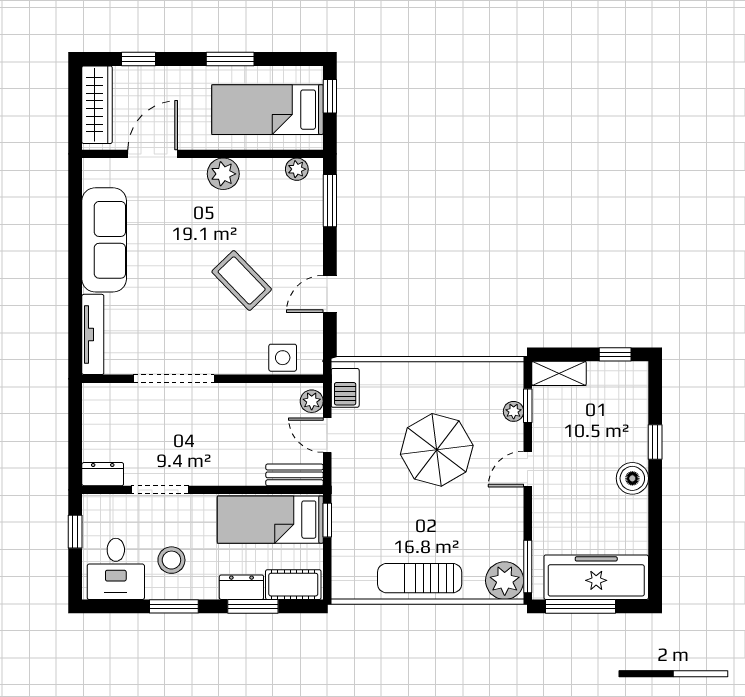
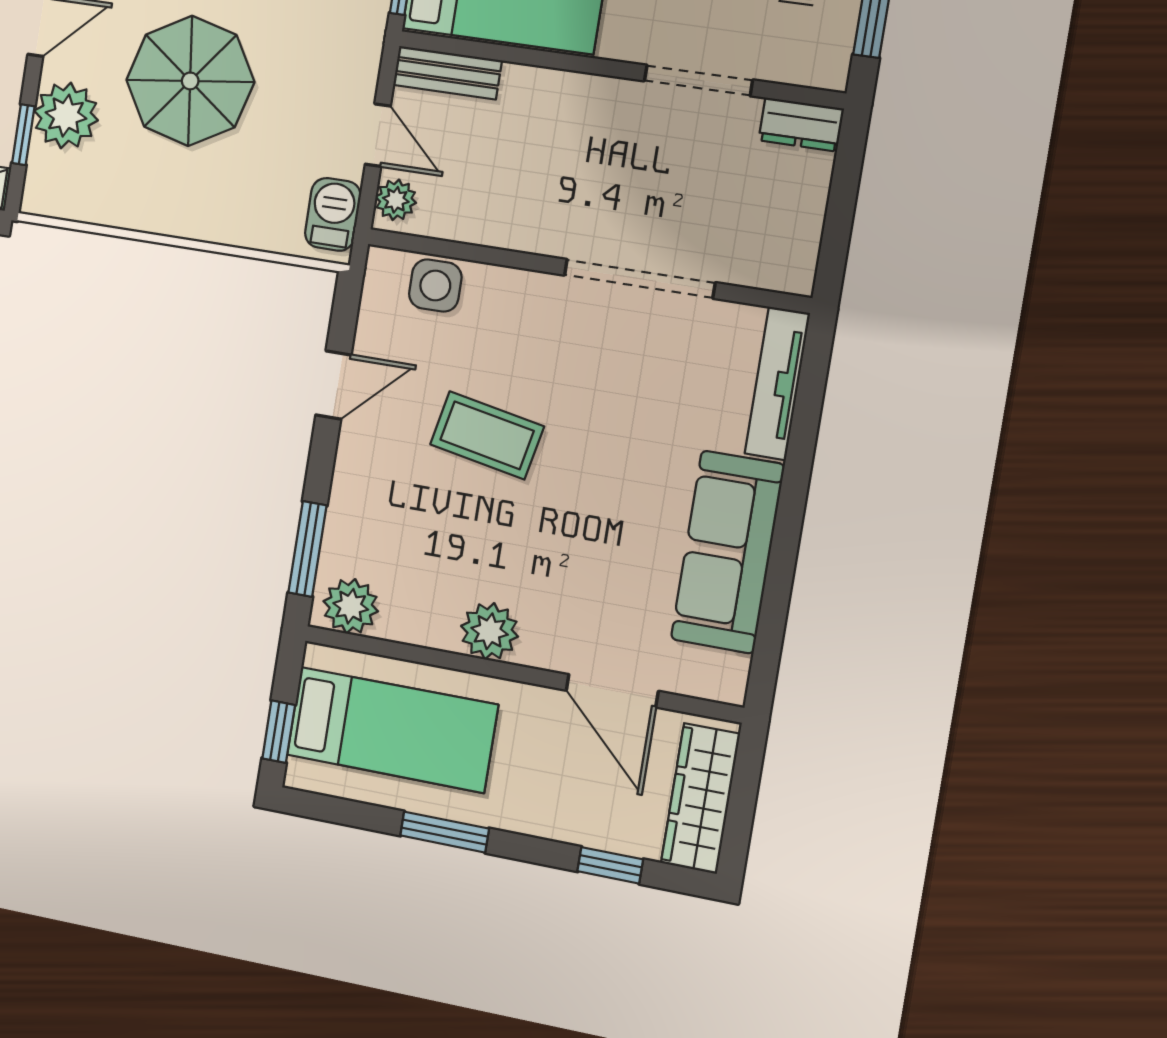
door: (153, 154) -> (612, 691), hinge flipped
plant: (297, 169) -> (351, 606), width x1.38, depth x1.38
coffee table: (242, 280) -> (487, 435), turned -35
plant: (514, 411) -> (66, 116), width x1.88, depth x1.88

